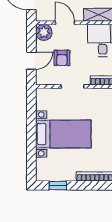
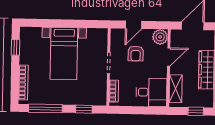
armchair: (62, 58) -> (136, 54), turned -90
door: (31, 61) -> (134, 25), hinge flipped

